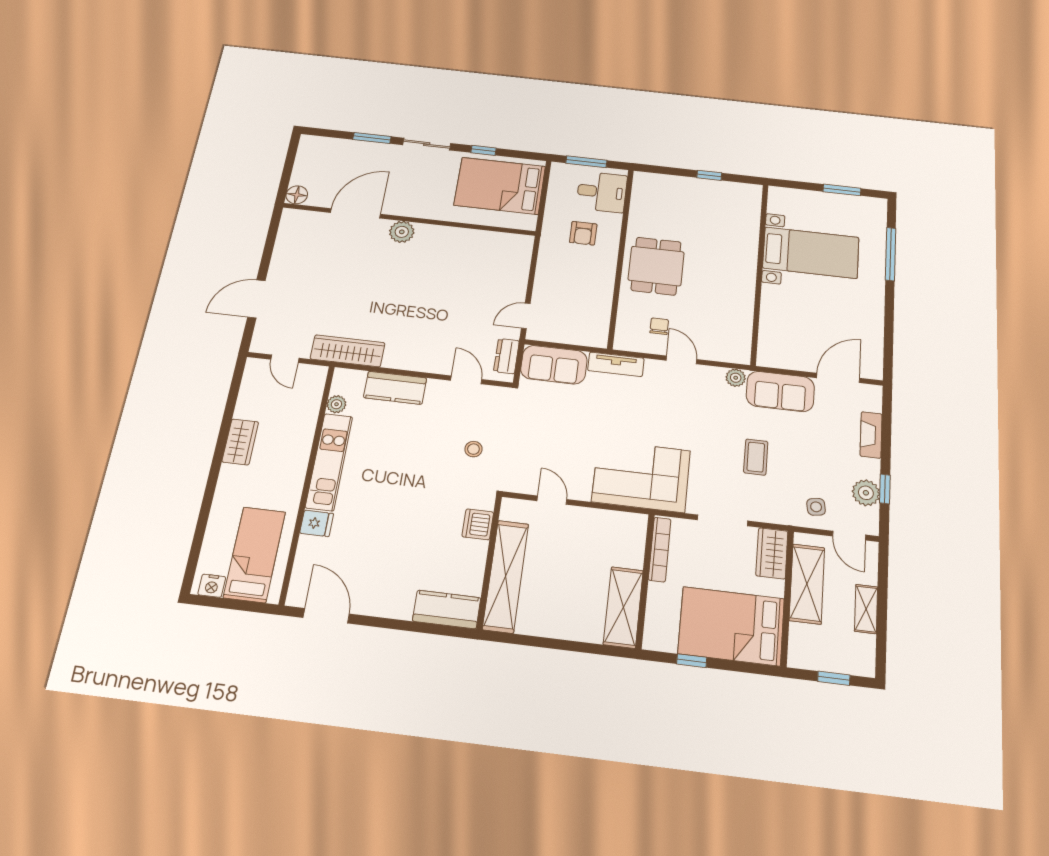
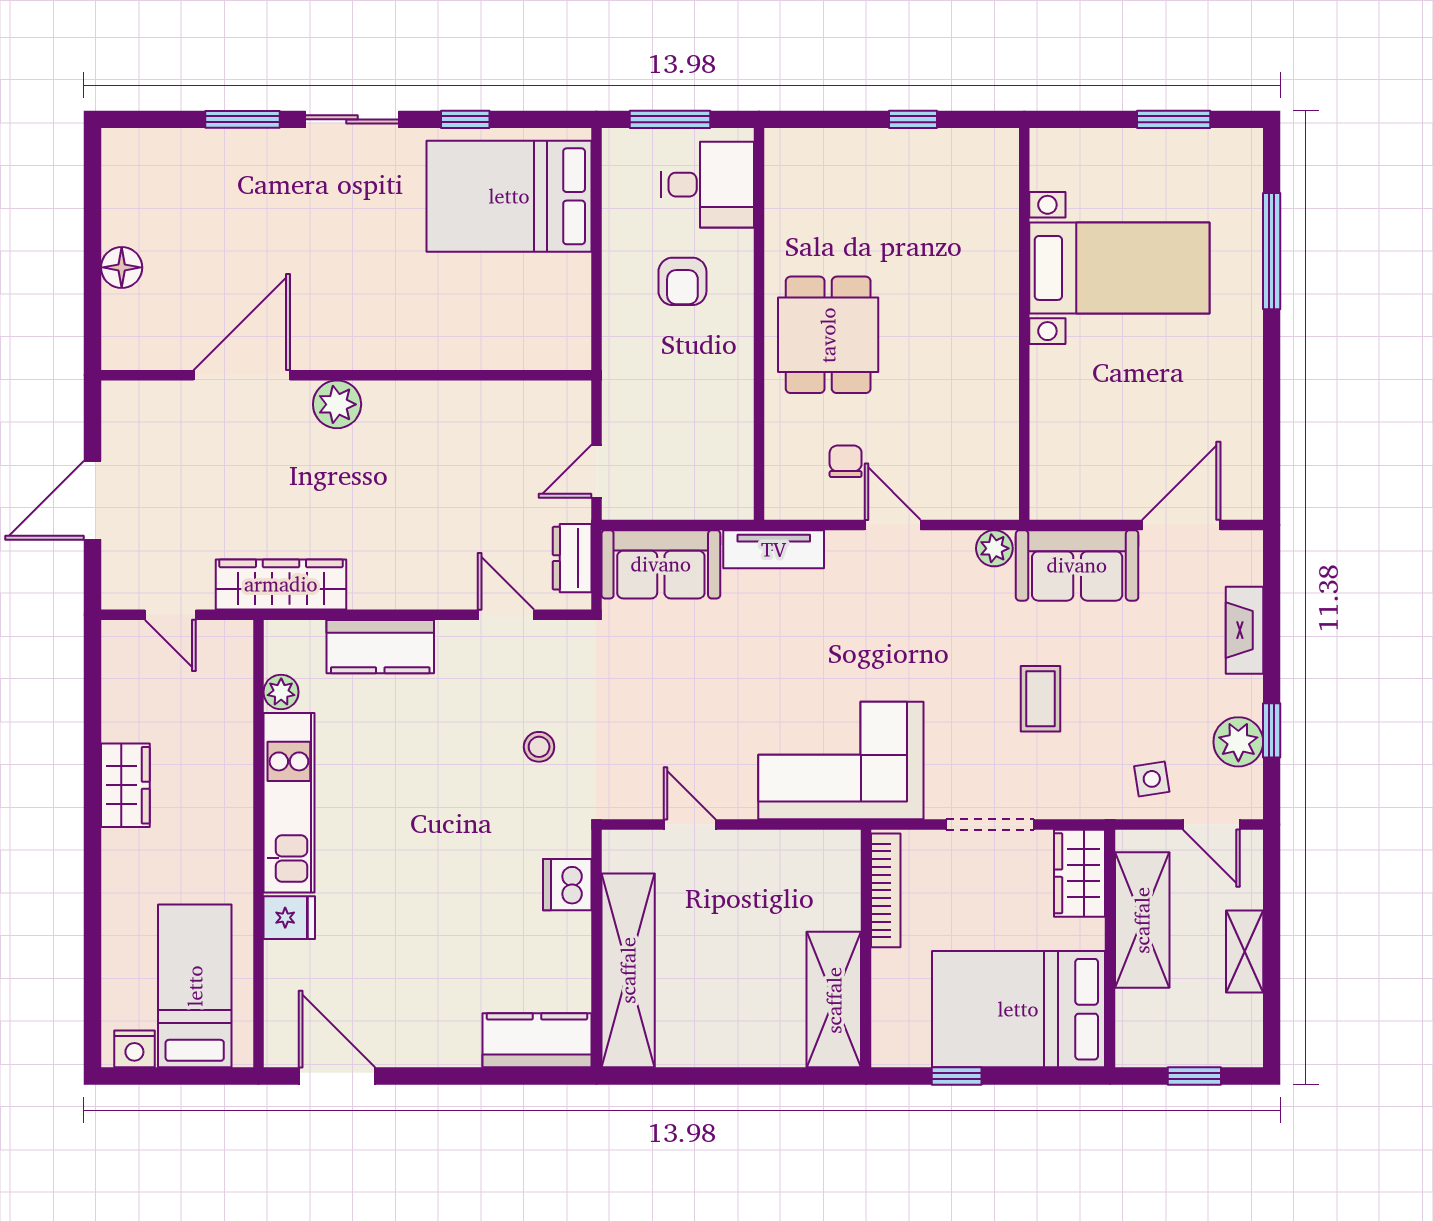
door: (356, 213) -> (242, 375), moved
wall: (409, 219) -> (346, 375), moved
plant: (402, 232) -> (337, 404), moved

